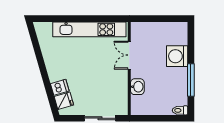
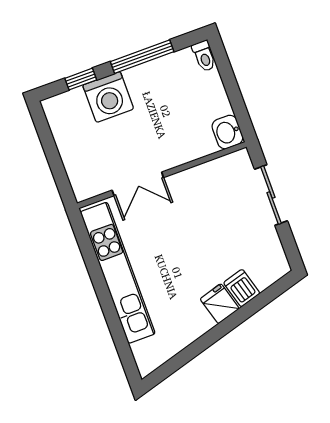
window: (191, 46) -> (81, 79), added
washbasin: (137, 87) -> (227, 132), moved, turned -90
fridge: (64, 101) -> (220, 304), moved

